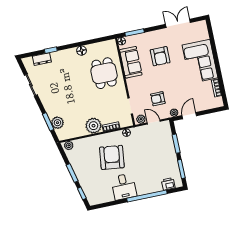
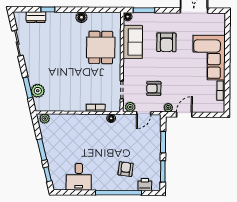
door: (154, 122) -> (144, 113), swing flipped
plant: (94, 126) -> (77, 103), removed
armchair: (112, 157) -> (126, 169), moved, width x0.53, depth x0.53
desk: (124, 187) -> (79, 177), moved

